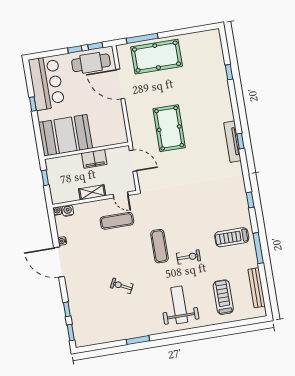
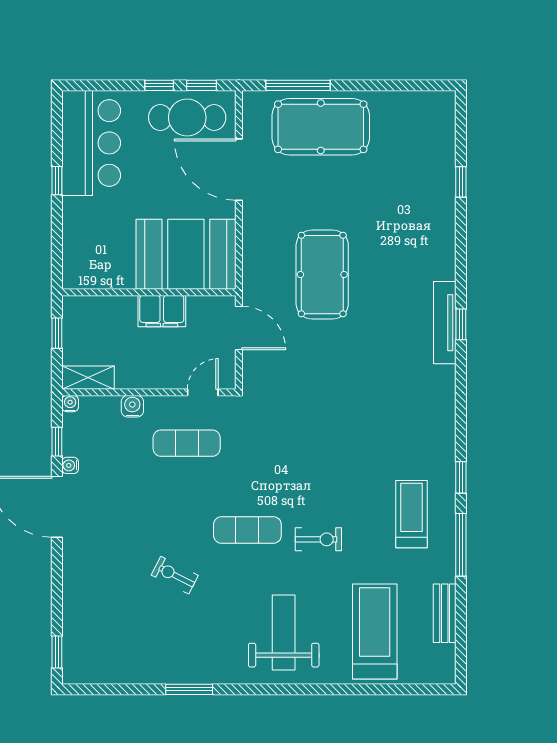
booth: (65, 135) -> (186, 254), moved
shelving: (92, 192) -> (88, 378), moved
door: (121, 195) -> (203, 392), swing flipped
window: (250, 200) -> (461, 477), moved
water cooler: (68, 211) -> (132, 406), moved
treadmill: (232, 237) -> (412, 514), turned 90
exercise mat: (159, 246) -> (247, 530), moved, turned 90
bench: (257, 288) -> (445, 613), width x0.73
treadmill: (223, 297) -> (375, 632), width x1.37, depth x1.38
window: (67, 309) -> (57, 442), moved

